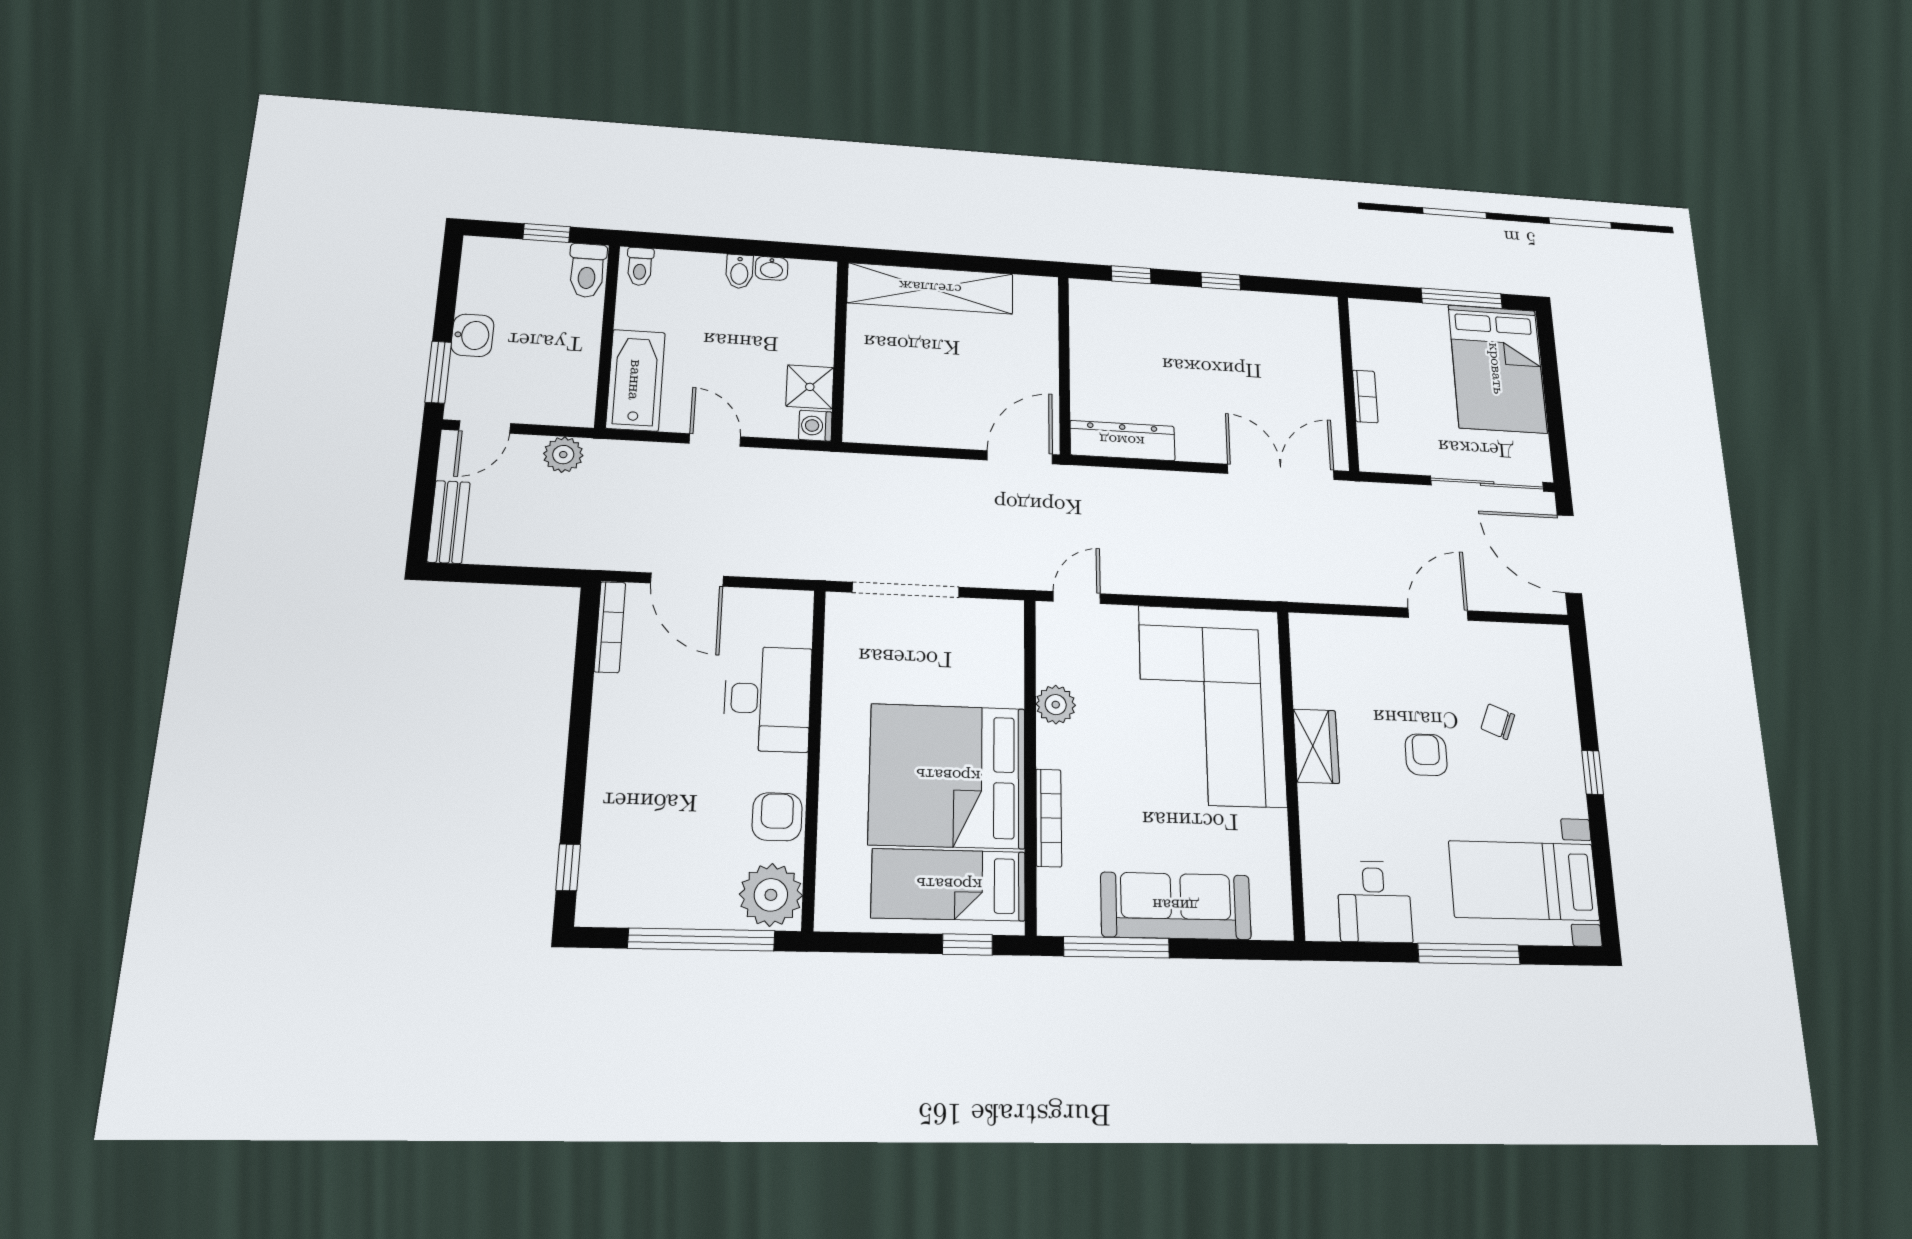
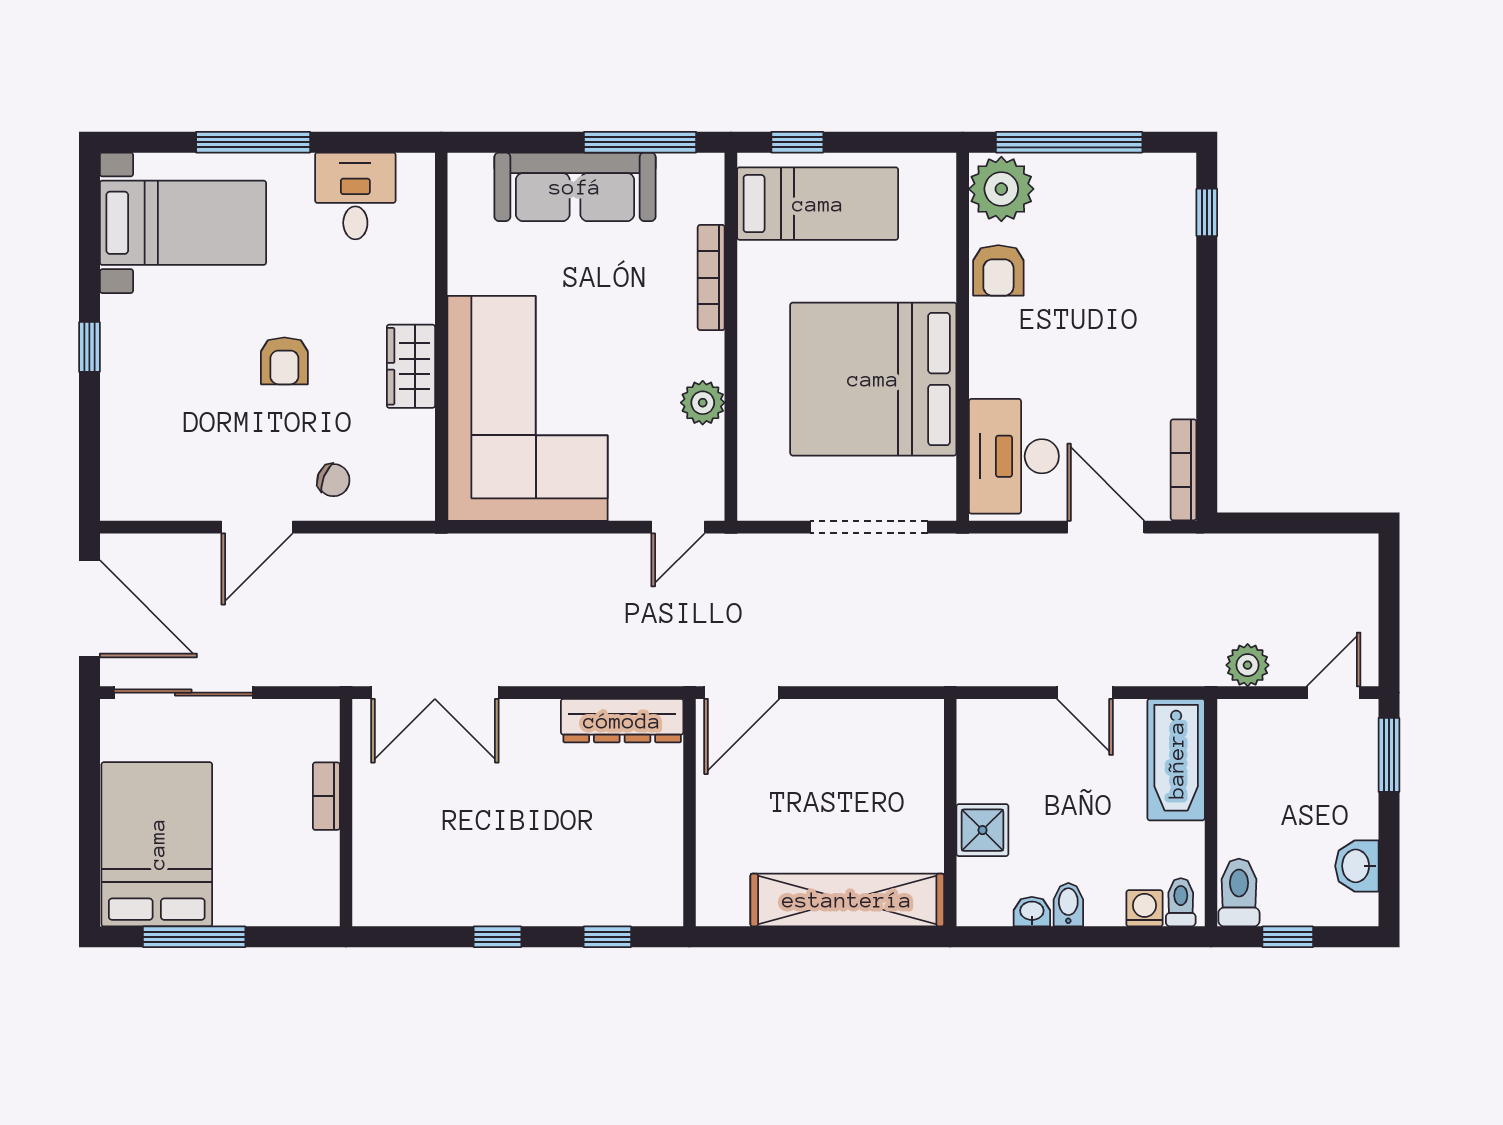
washbasin: (472, 335) -> (1357, 866), moved
shower: (810, 387) -> (982, 830), moved
washing machine: (815, 426) -> (1144, 908), moved, turned -90
bench: (449, 522) -> (1361, 580), removed
desk: (768, 699) -> (1014, 456), moved
chair: (1498, 722) -> (333, 480), moved
bed: (948, 776) -> (873, 379), moved, turned 180

